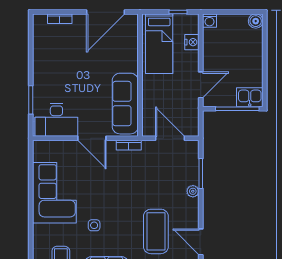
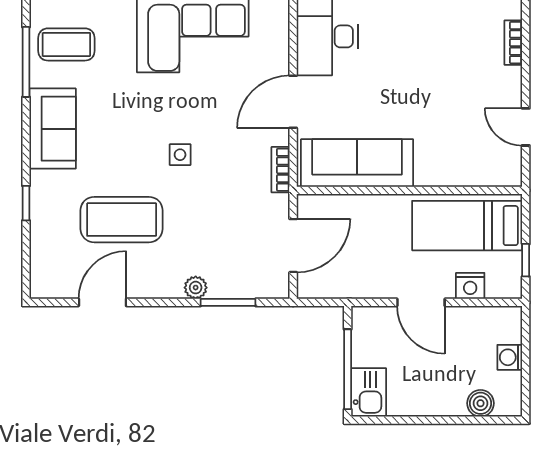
door: (106, 12) -> (526, 127), width x0.53
washing machine: (209, 21) -> (510, 357), moved
boiler: (256, 21) -> (480, 403), moved
door: (201, 85) -> (421, 302), moved
side table: (94, 225) -> (180, 155), moved

